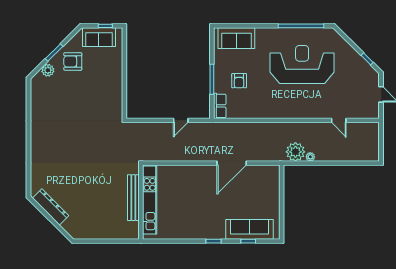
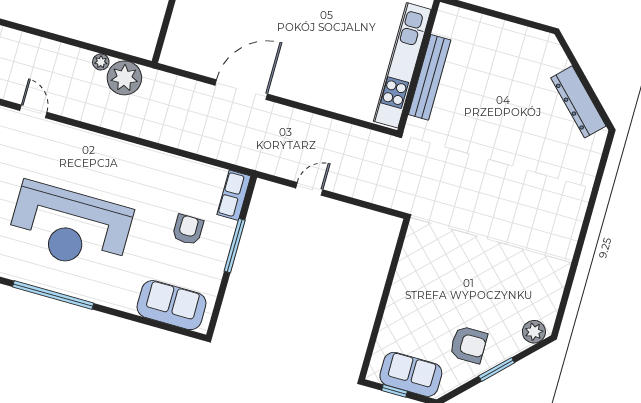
plant: (48, 70) -> (534, 332), moved

